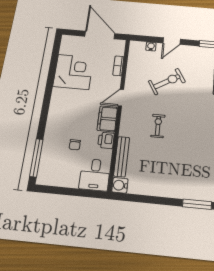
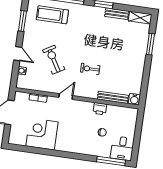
door: (121, 98) -> (66, 97), swing flipped
filing cabinet: (107, 119) -> (83, 107), removed
desk: (95, 175) -> (122, 148), moved, turned 90

